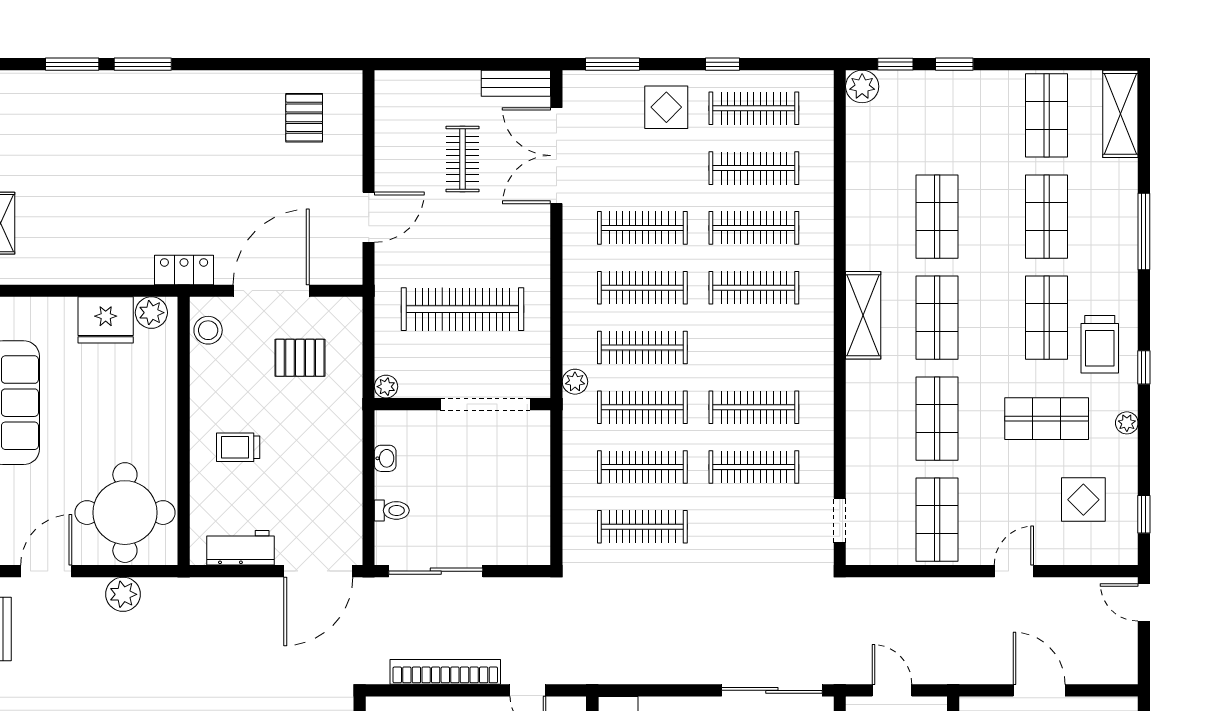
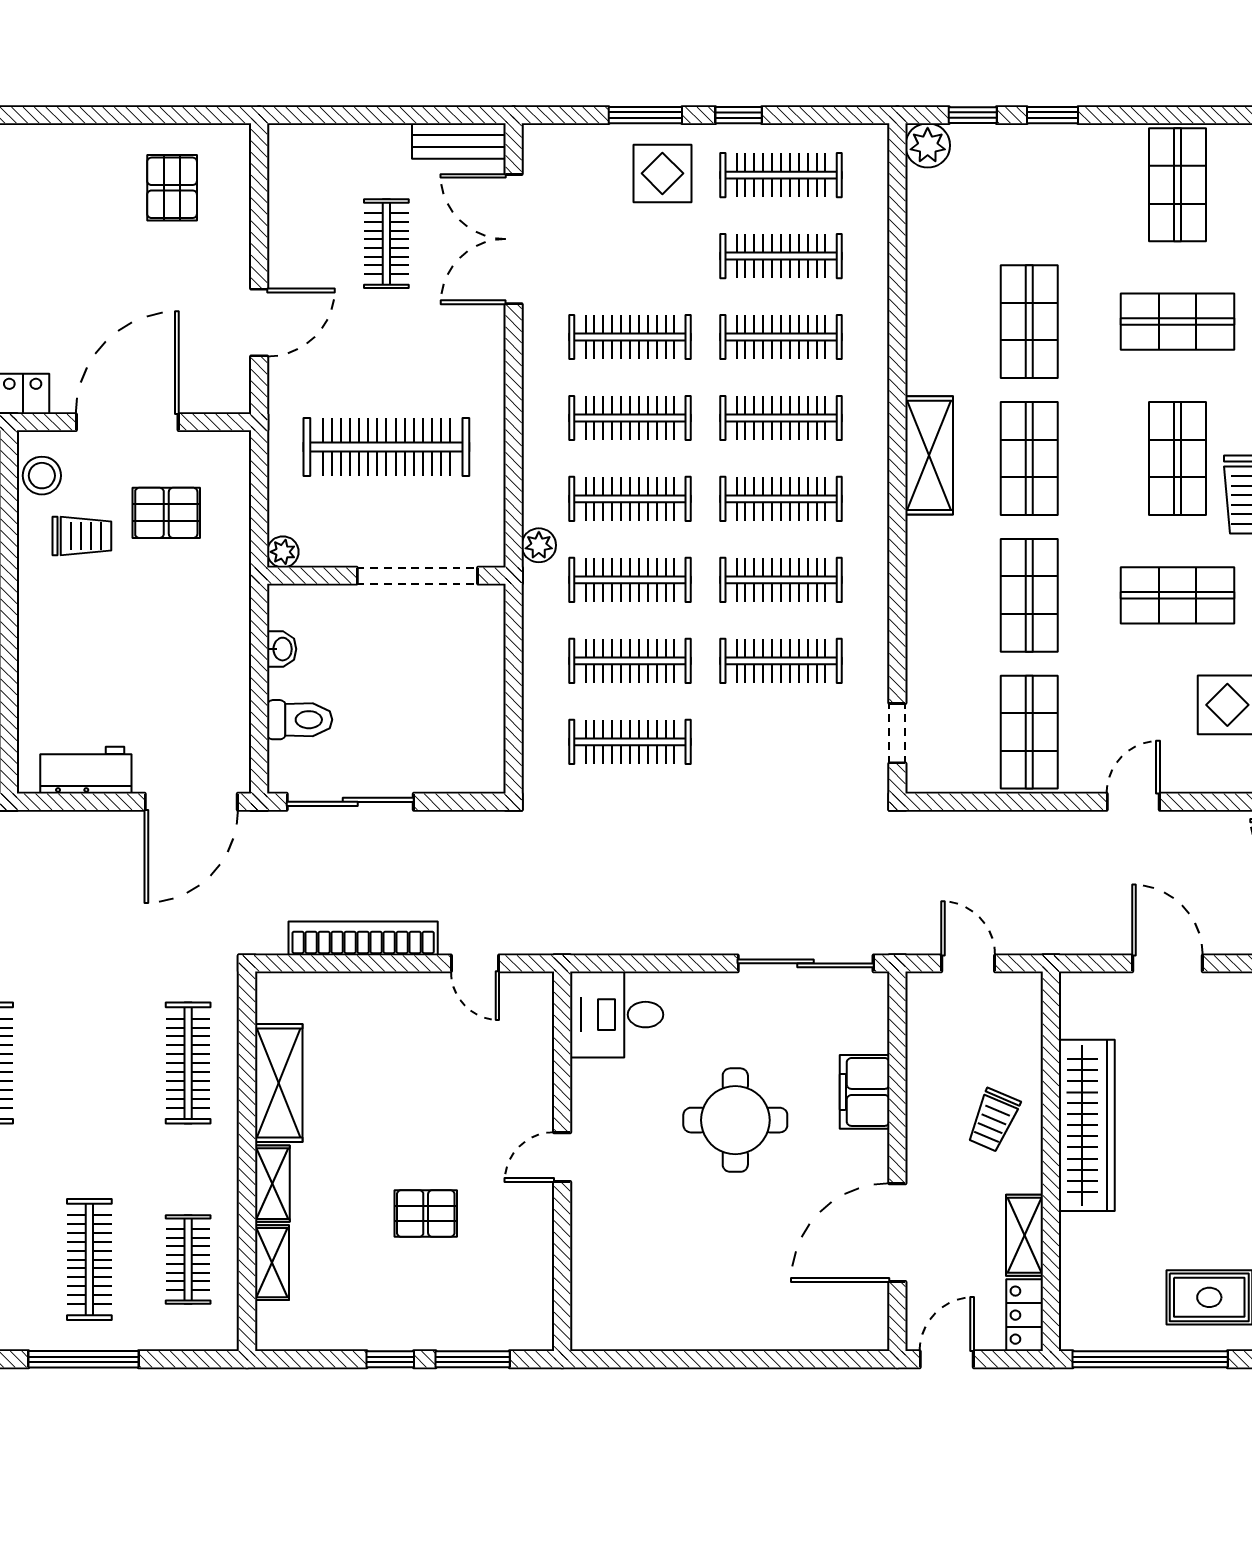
window: (612, 64) -> (645, 115), moved
shop shelf: (1047, 217) -> (1178, 322), turned 90
clothes rail: (754, 347) -> (781, 499), added
trolley: (238, 447) -> (82, 536), moved, turned 180
toilet: (392, 510) -> (300, 720), width x1.37, depth x1.39

